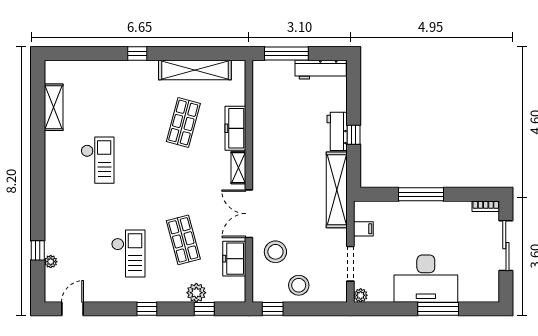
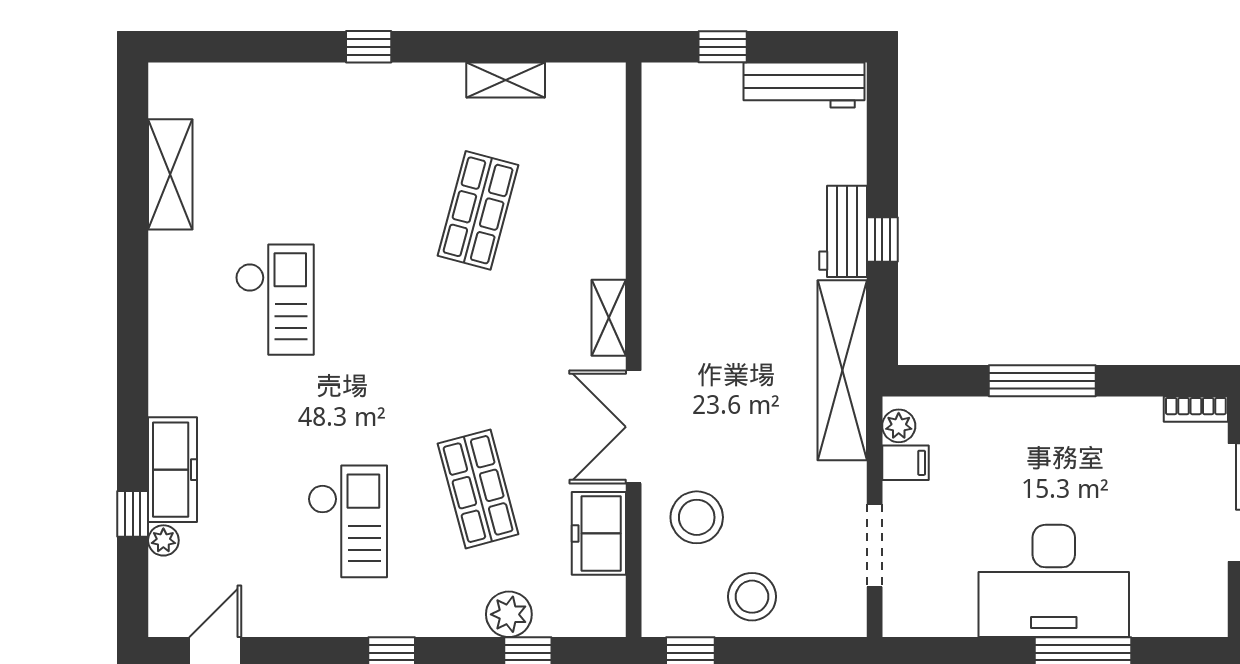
window: (286, 54) -> (723, 47), width x0.46
shelving: (195, 70) -> (506, 80), width x0.45, depth x0.75
freezer: (235, 128) -> (173, 470), moved, turned 180
plant: (361, 295) -> (899, 426), moved

